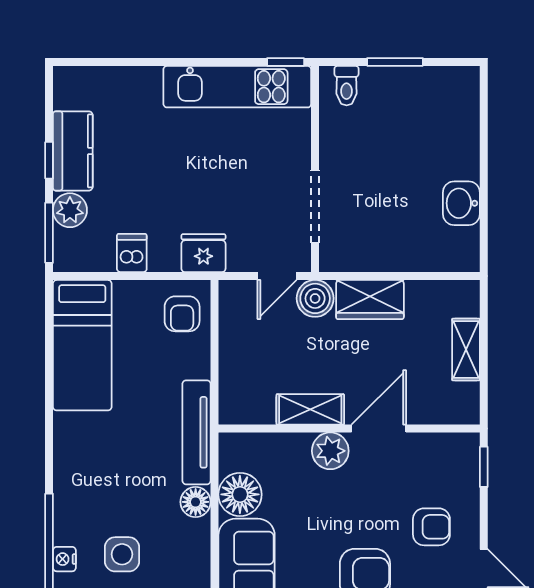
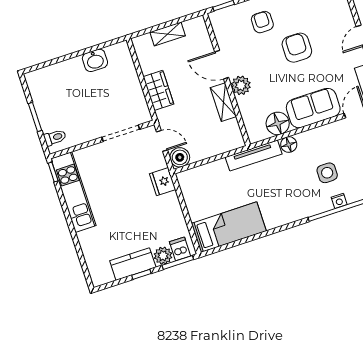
dishwasher: (132, 253) -> (180, 249), moved, turned 90
boiler: (315, 298) -> (180, 157), moved
armchair: (182, 314) -> (197, 182), removed

